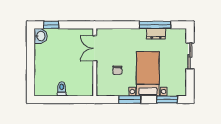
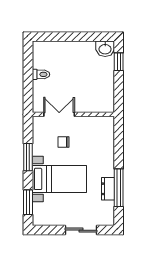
double door: (95, 48) -> (59, 114), moved

